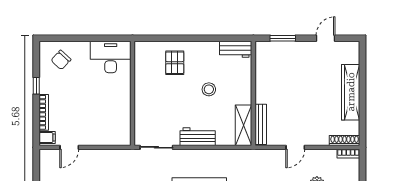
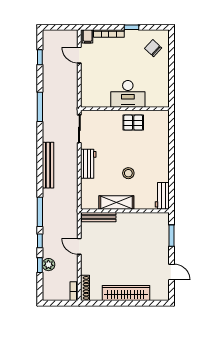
desk: (111, 57) -> (128, 94), moved, turned 90
pallet: (175, 63) -> (133, 123), moved
shelving: (243, 125) -> (116, 202), moved

